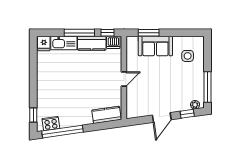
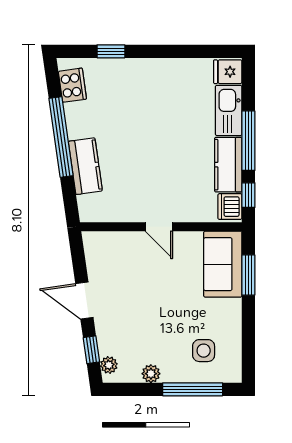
sofa: (155, 46) -> (223, 264), moved
plant: (199, 83) -> (151, 374), added
window: (208, 87) -> (193, 389), moved
window: (33, 115) -> (111, 51), moved
kitchen counter: (107, 115) -> (85, 166), moved
window: (63, 132) -> (61, 137), moved

